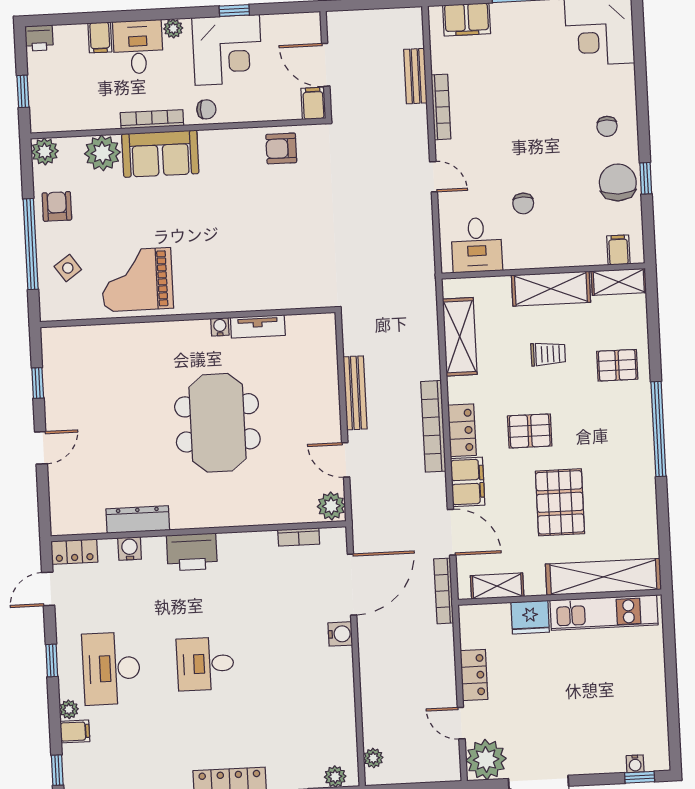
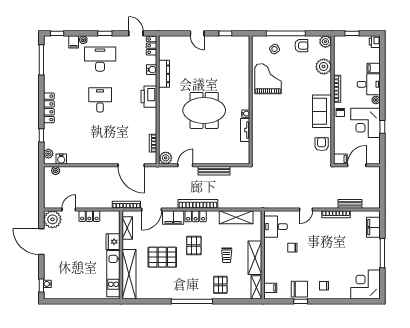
sofa: (160, 154) -> (322, 111), moved
water cooler: (340, 634) -> (61, 159), moved

